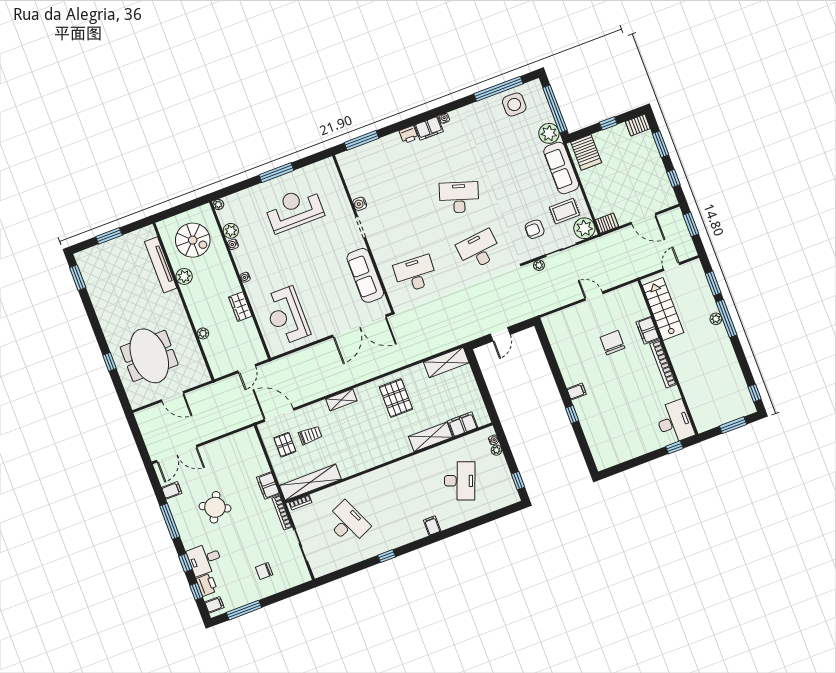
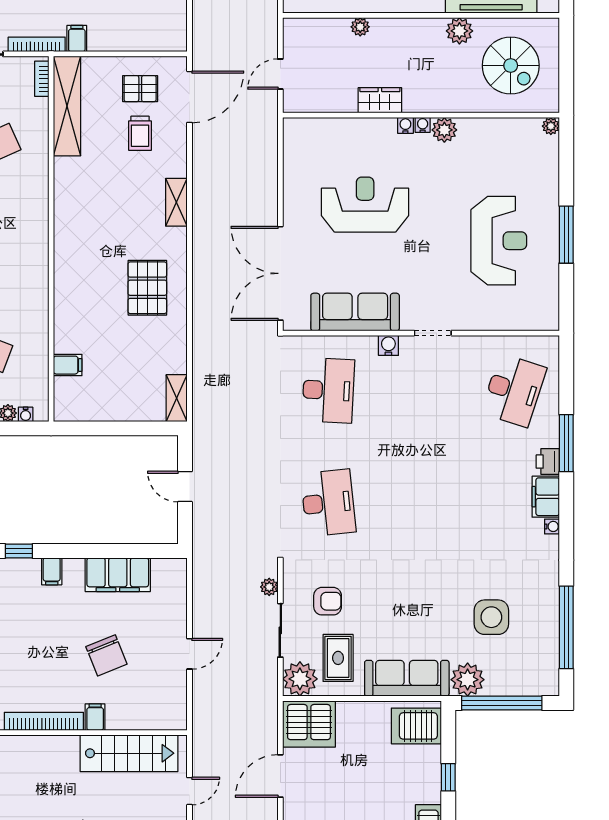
side table: (514, 104) -> (491, 617), moved
window: (362, 140) -> (566, 443), moved
desk: (459, 197) -> (514, 390), moved
water cooler: (360, 204) -> (388, 345), moved
server rack: (607, 223) -> (309, 724), width x2.18, depth x1.44
armchair: (535, 229) -> (328, 601), turned 90
plant: (231, 231) -> (444, 130), moved
spiral stairs: (193, 240) -> (511, 66), turned -90
water cooler: (233, 244) -> (405, 125), moved
door: (671, 267) -> (190, 791), hinge flipped
reception desk: (286, 316) -> (365, 205), moved
filing cabinet: (648, 330) -> (95, 717), width x0.50
chair: (612, 343) -> (106, 655), turned 68
filing cabinet: (564, 353) -> (118, 575), added
shelving: (446, 362) -> (177, 398), width x0.67, depth x0.75
door: (247, 369) -> (280, 74), hinge flipped
pallet: (396, 398) -> (147, 288), turned 90
filing cabinet: (463, 424) -> (68, 365), width x0.50
shelving: (430, 437) -> (67, 318), removed
filing cabinet: (268, 486) -> (77, 39), width x0.50

